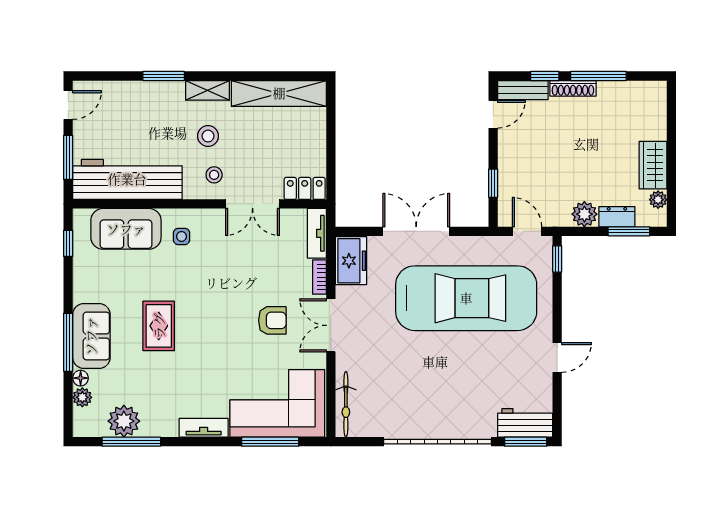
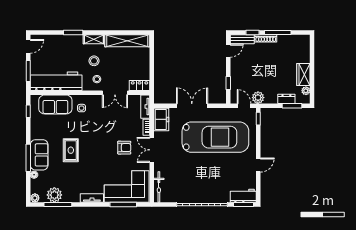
plant: (584, 214) -> (258, 98), moved
plant: (82, 397) -> (35, 198), moved

